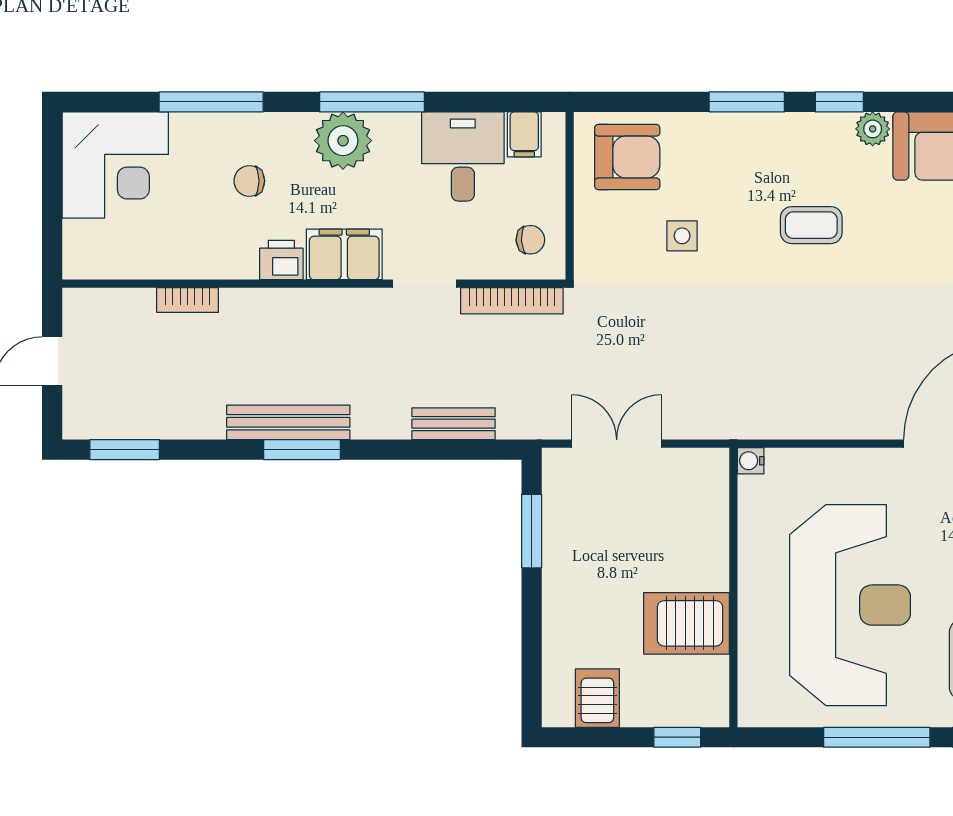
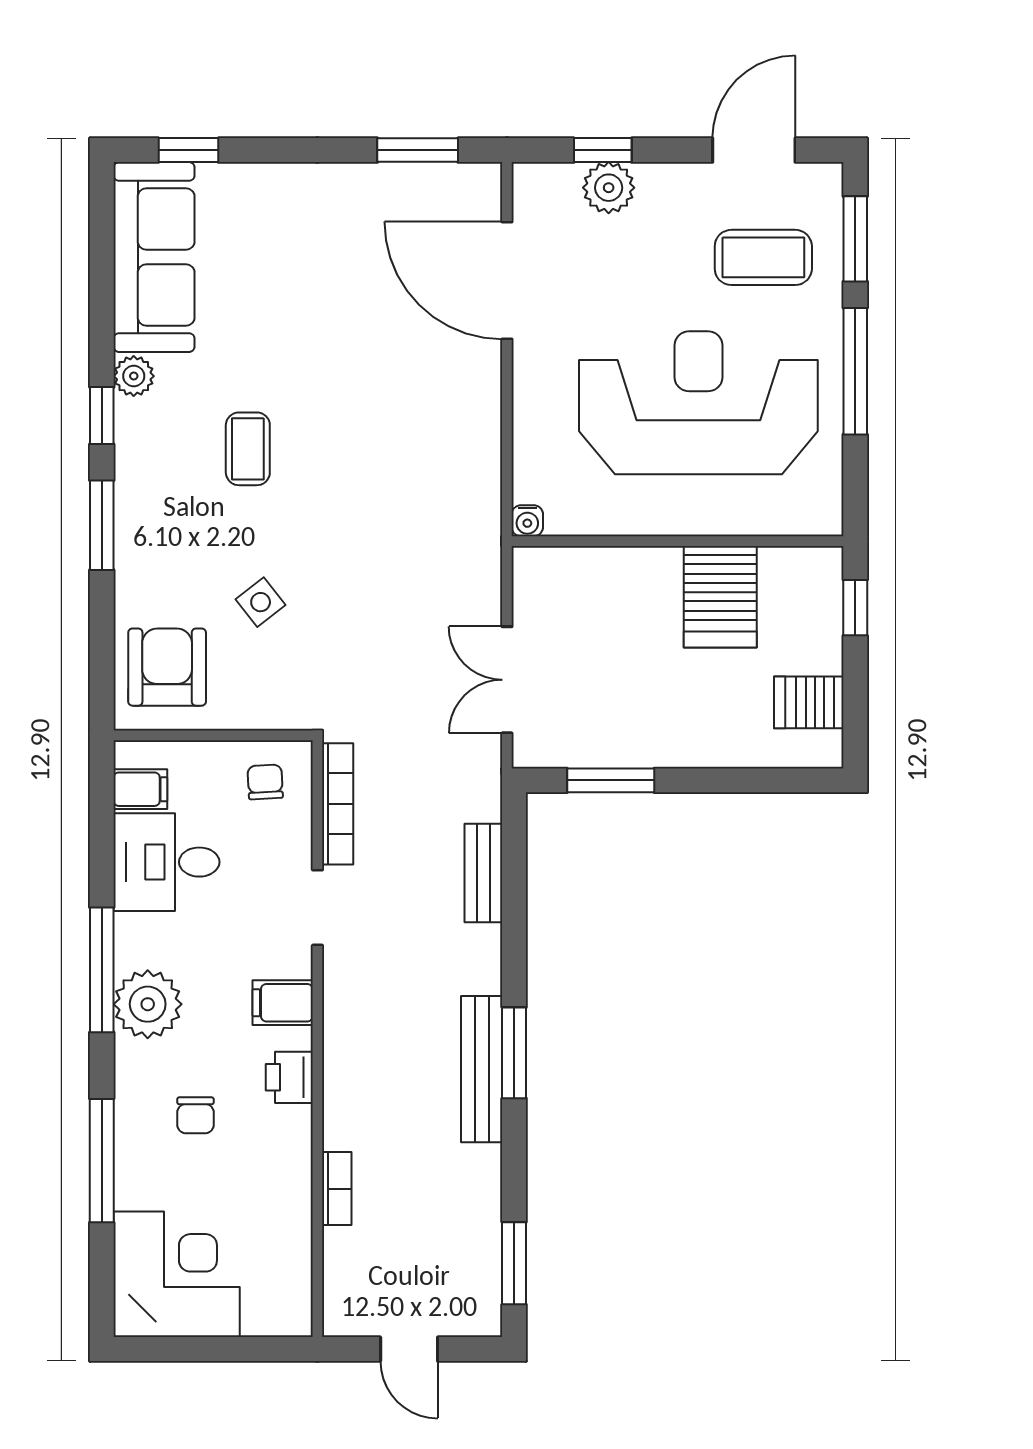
side table: (682, 236) -> (261, 602), turned -38
filing cabinet: (344, 254) -> (283, 1003), width x0.50

